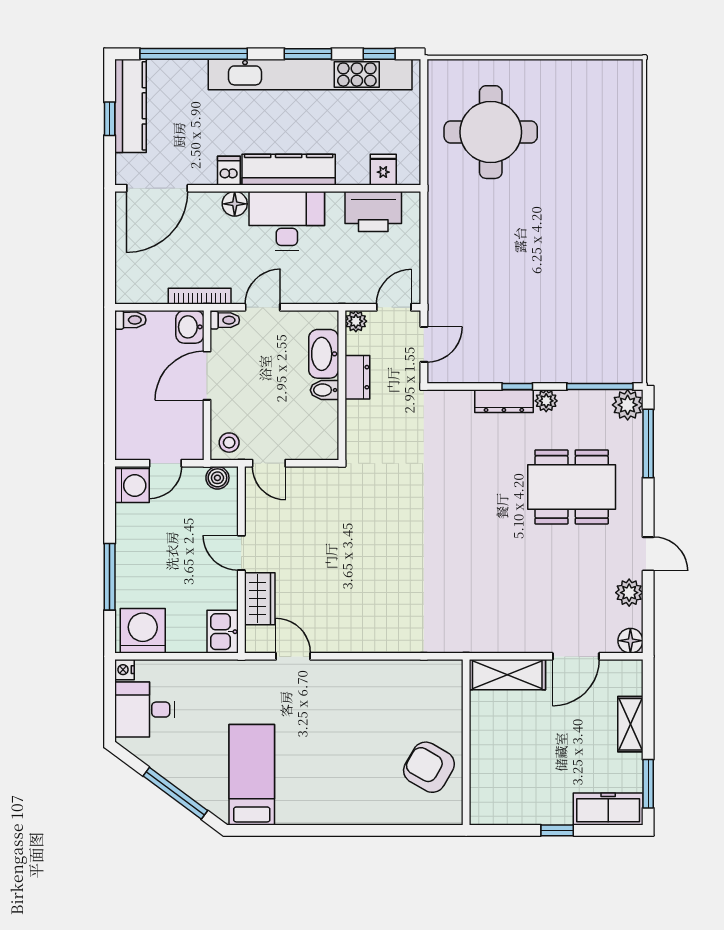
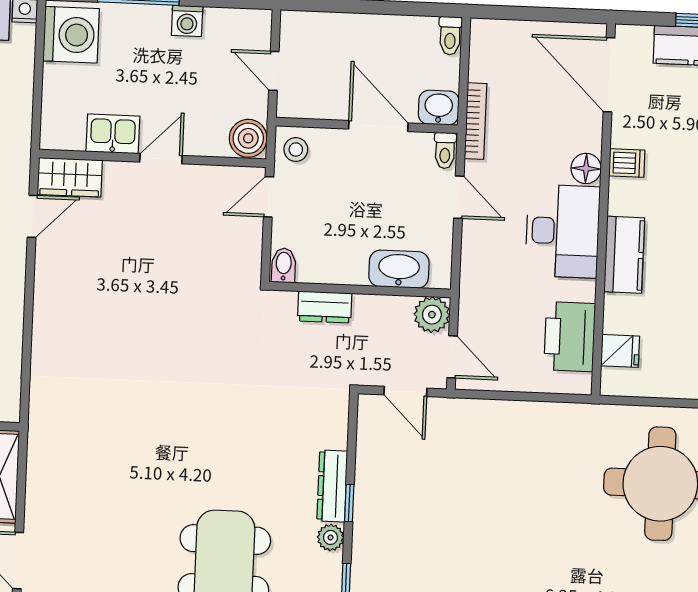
kitchen counter: (289, 170) -> (624, 255), width x0.67
plant: (356, 321) -> (432, 315), width x1.38, depth x1.38
dresser: (357, 377) -> (325, 307), moved
bidet: (325, 390) -> (284, 265), moved
boiler: (217, 478) -> (248, 138), width x1.36, depth x1.36
washing machine: (132, 485) -> (187, 21), moved, width x0.73, depth x0.73
wardrobe: (260, 599) -> (70, 177), moved
kitchen sink: (223, 632) -> (113, 134), moved

